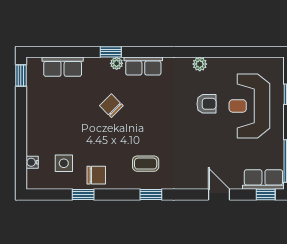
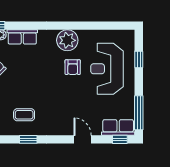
plant: (200, 64) -> (67, 40), width x1.88, depth x1.88
armchair: (206, 104) -> (73, 67), turned 90

